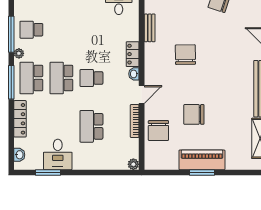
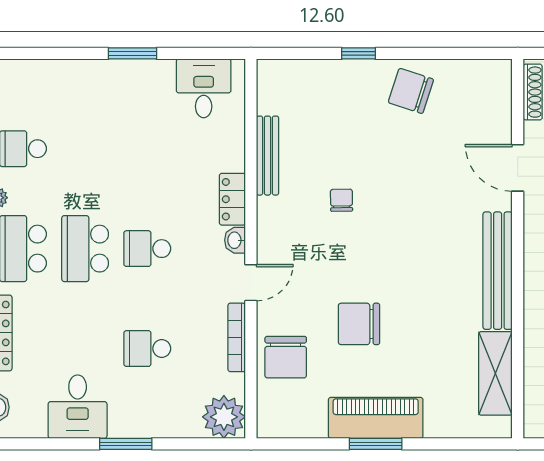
bench: (150, 28) -> (267, 156), width x1.36
chair: (185, 55) -> (341, 200), width x0.54, depth x0.54
school desk: (91, 126) -> (147, 349), width x0.54
plant: (133, 164) -> (224, 417), width x1.88, depth x1.88
window: (48, 172) -> (126, 444), moved

